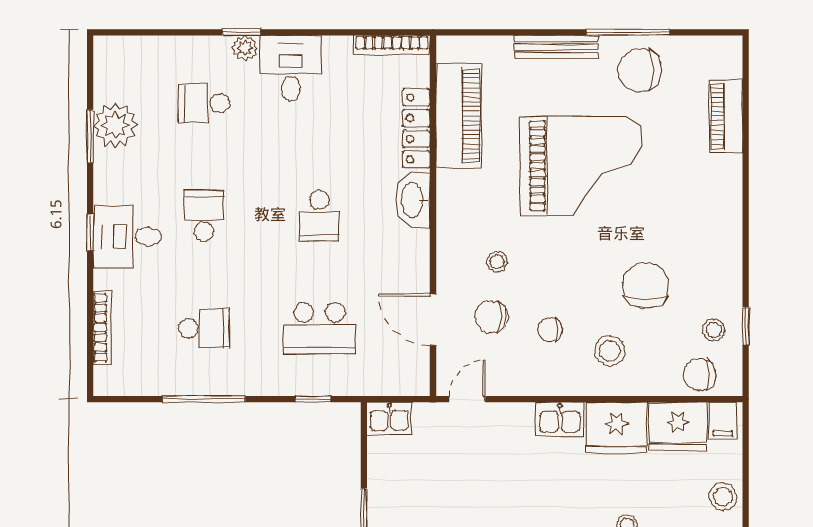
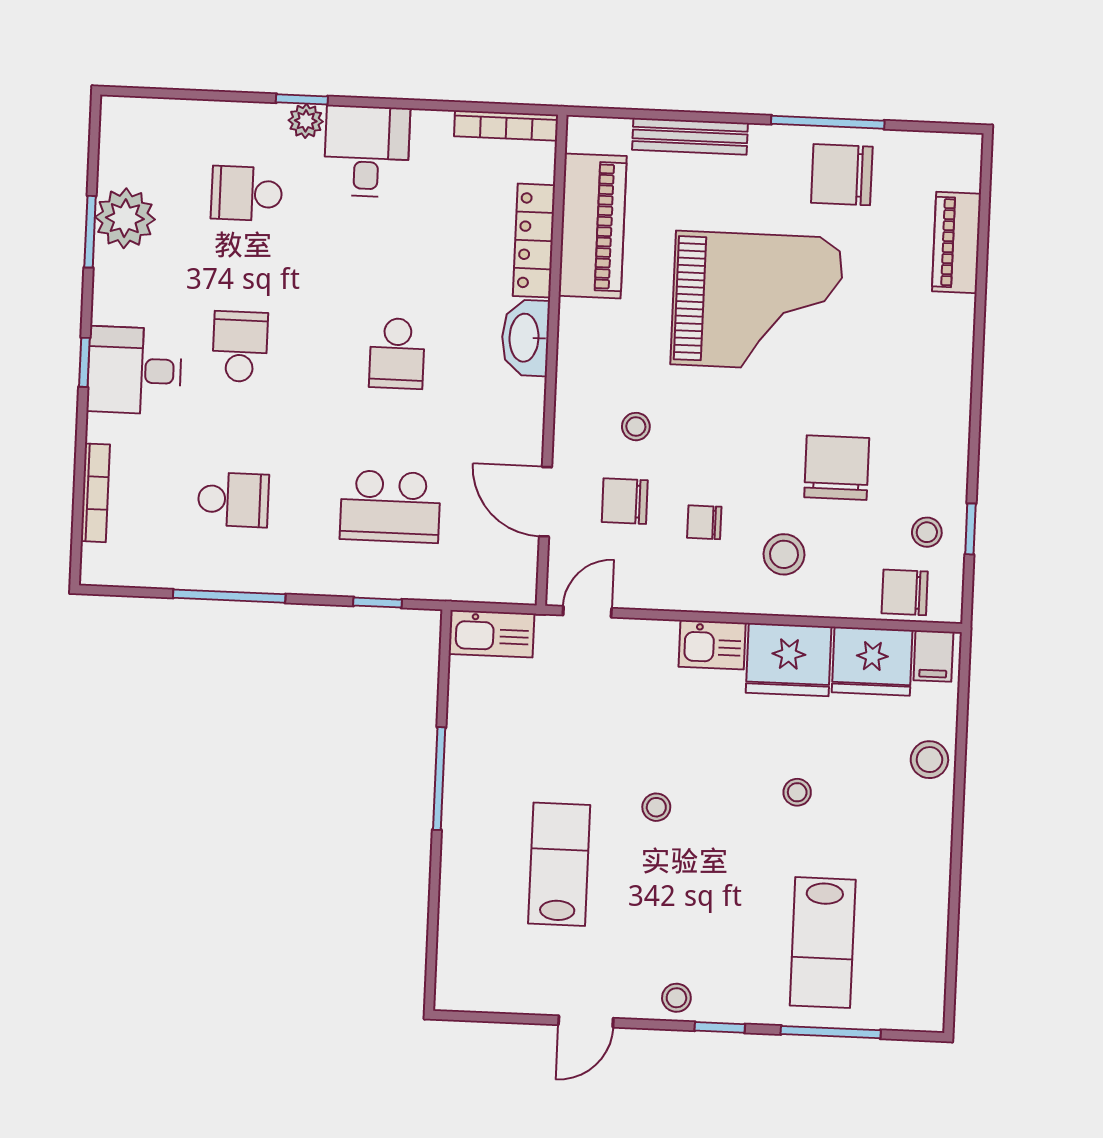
bench: (556, 47) -> (690, 136), moved
kitchen sink: (389, 418) -> (492, 634), width x1.38

